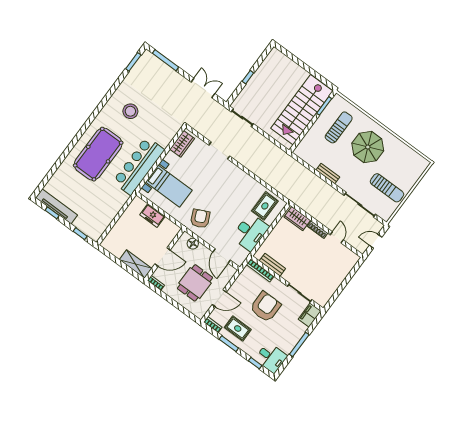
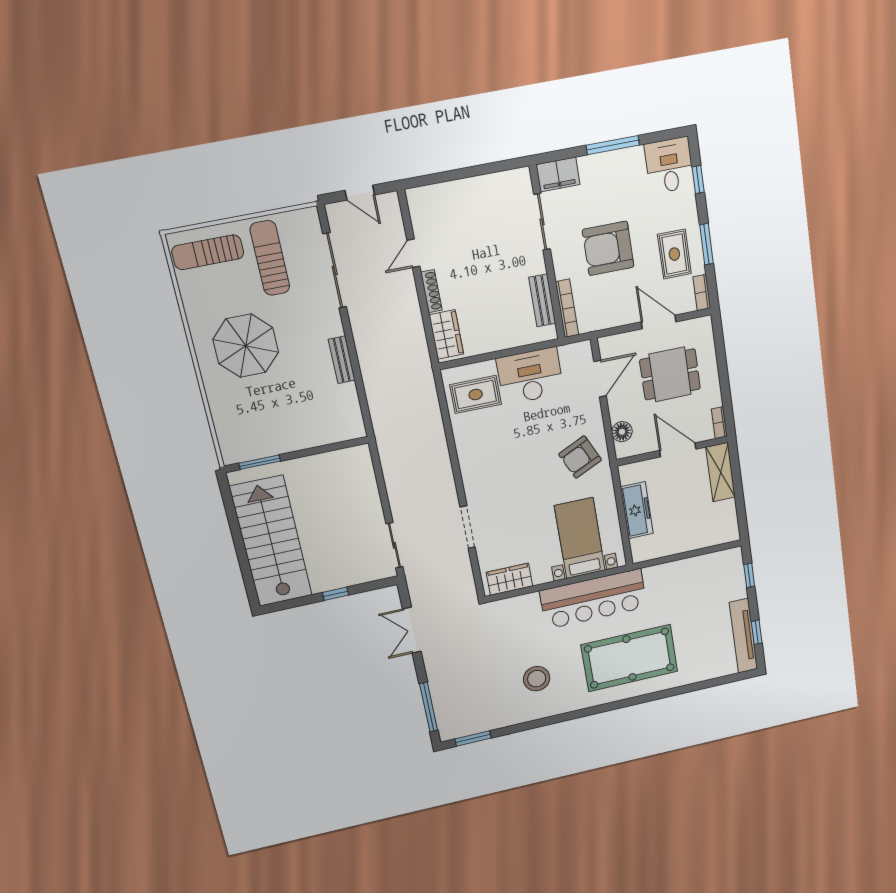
stairs: (302, 110) -> (271, 541), moved, turned -90
sun lounger: (339, 127) -> (208, 252), moved
freezer: (152, 216) -> (637, 510), width x1.40

